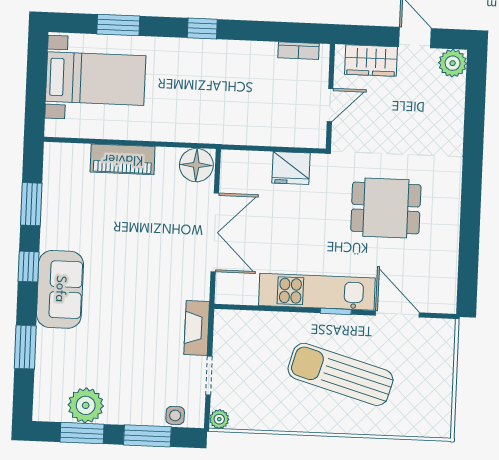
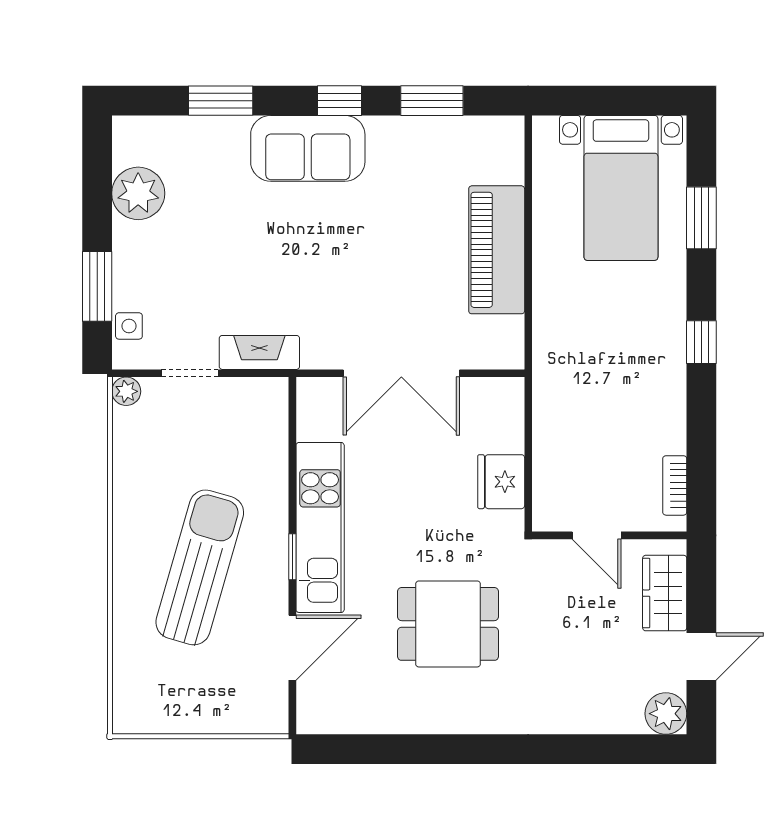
piano: (123, 159) -> (497, 250), width x1.37, depth x1.33
floor lamp: (196, 165) -> (500, 342), removed
dining table: (386, 208) -> (448, 624), turned 90
window: (82, 433) -> (97, 190), removed

